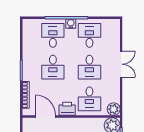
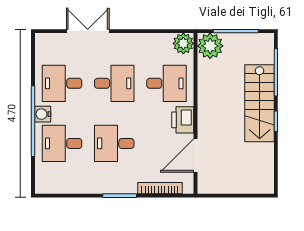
double door: (121, 64) -> (88, 31), moved
desk: (53, 67) -> (114, 143), turned 180

